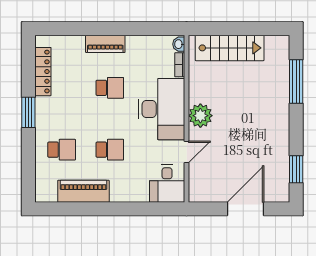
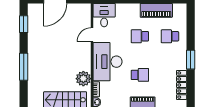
window: (296, 81) -> (24, 67), moved
school desk: (110, 88) -> (140, 75), turned 180
plant: (200, 116) -> (83, 79), moved

